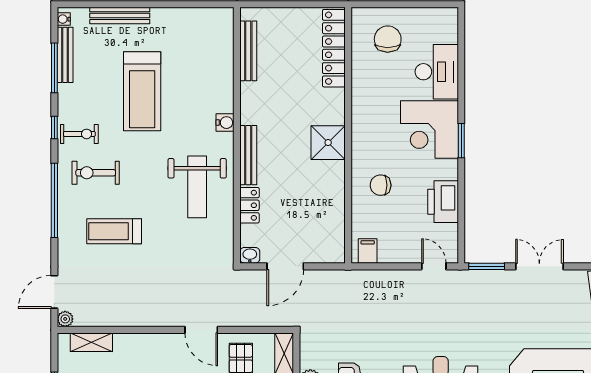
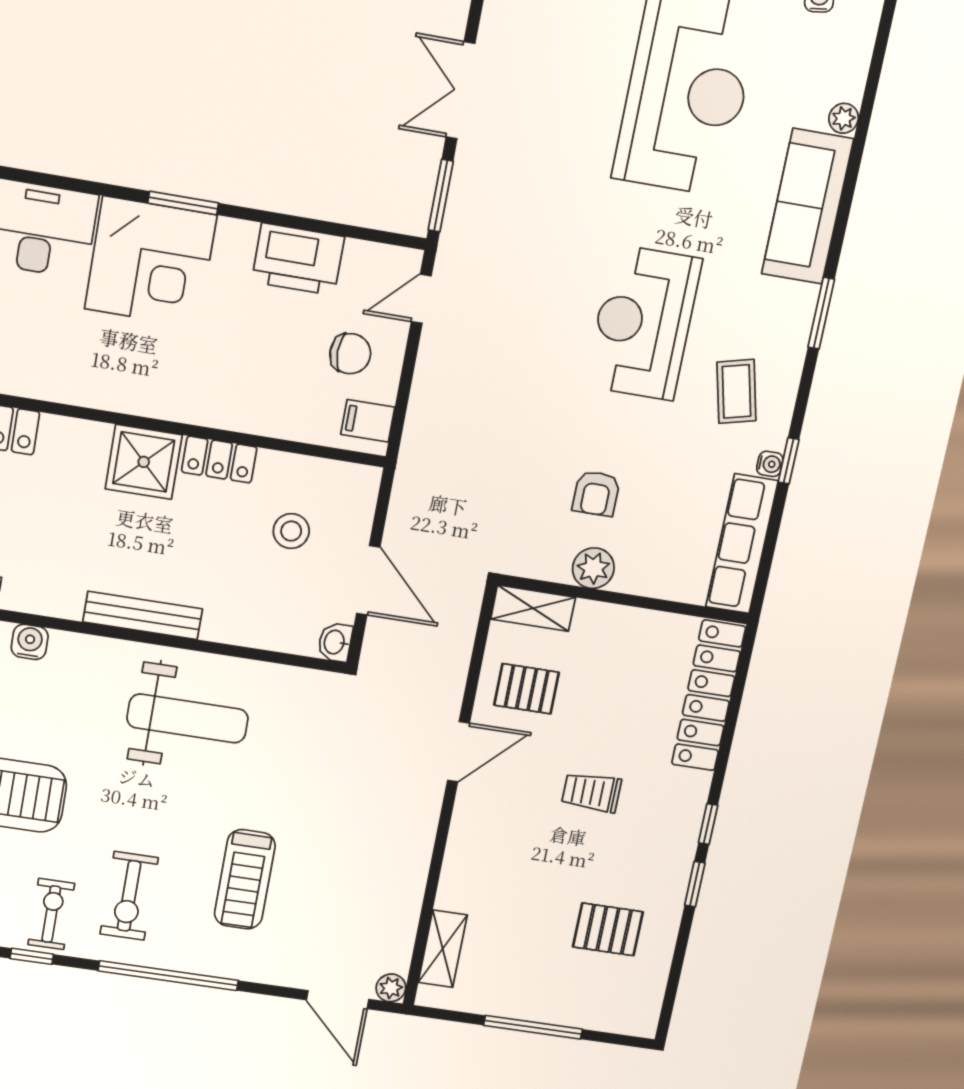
water cooler: (225, 123) -> (30, 642), moved
chair: (381, 185) -> (350, 354), moved, turned -90
locker: (249, 205) -> (219, 460), moved, turned 180
stool: (305, 223) -> (291, 531), added

